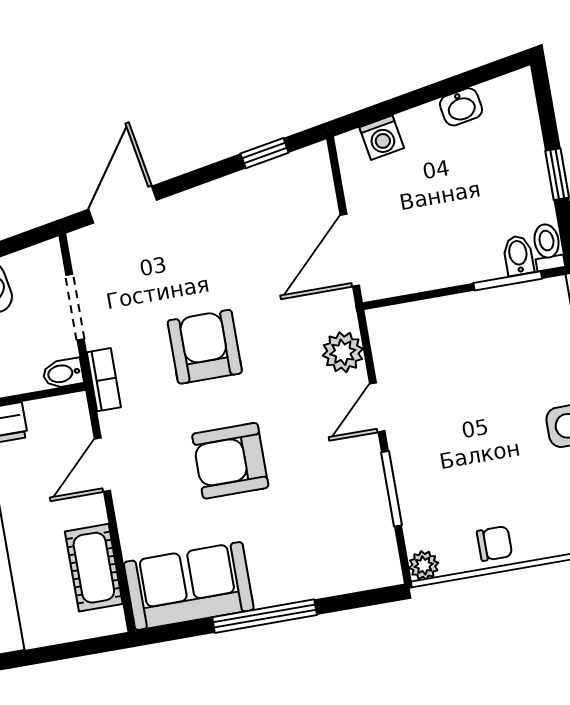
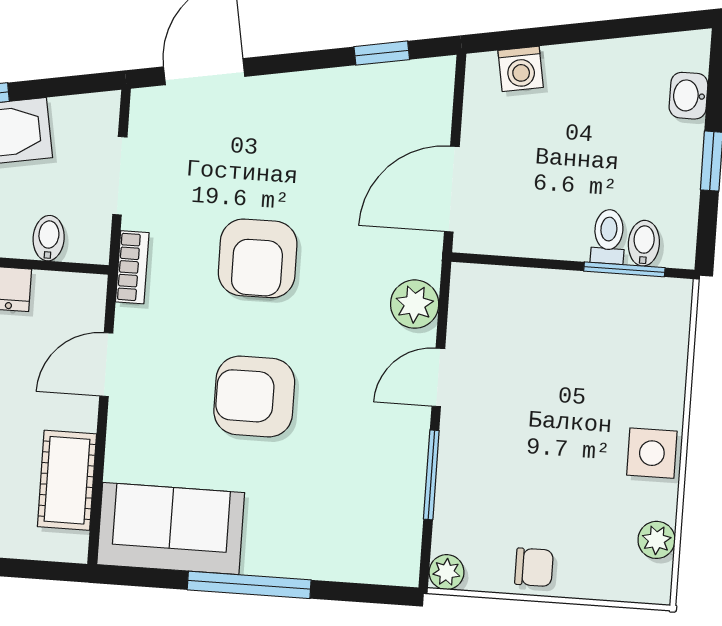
washbasin: (461, 107) -> (688, 96), moved, turned 100
toilet: (548, 247) -> (608, 237), moved
armchair: (205, 347) -> (258, 258), turned 180
bidet: (63, 373) -> (49, 238), moved, turned 90

